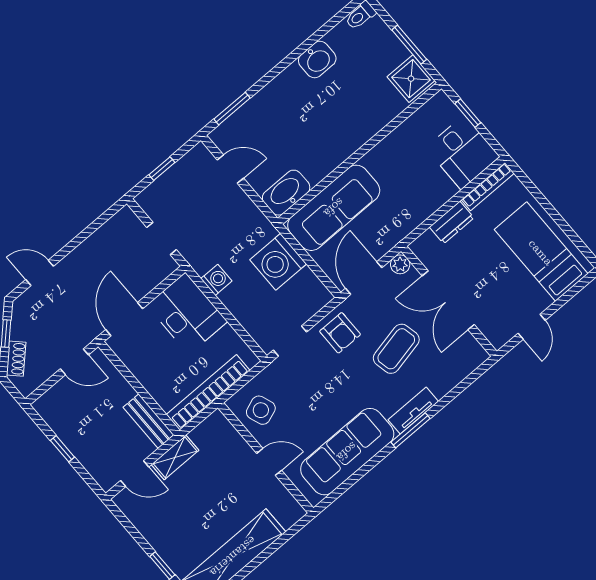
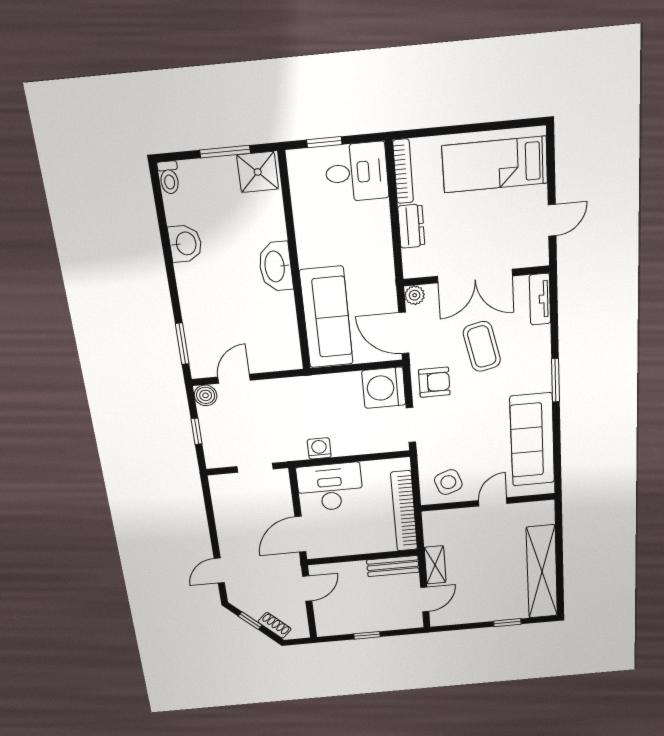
boiler: (200, 156) -> (206, 395), added
washbasin: (286, 193) -> (276, 266), moved
washing machine: (278, 262) -> (384, 388), moved, turned 90
door: (124, 319) -> (300, 534), hinge flipped
door: (532, 327) -> (552, 220), hinge flipped
tv unit: (413, 411) -> (540, 299), moved

